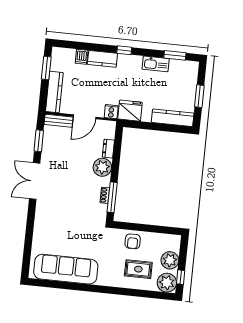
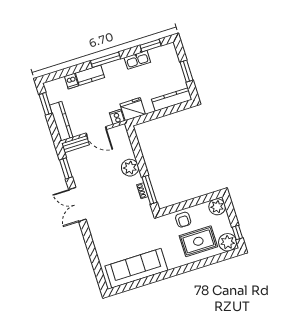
window: (124, 50) -> (105, 60), width x2.17
door: (85, 117) -> (96, 131), hinge flipped
dresser: (108, 149) -> (128, 149), removed
plant: (170, 260) -> (217, 207), moved
rug: (138, 269) -> (198, 241), width x1.36, depth x1.43

